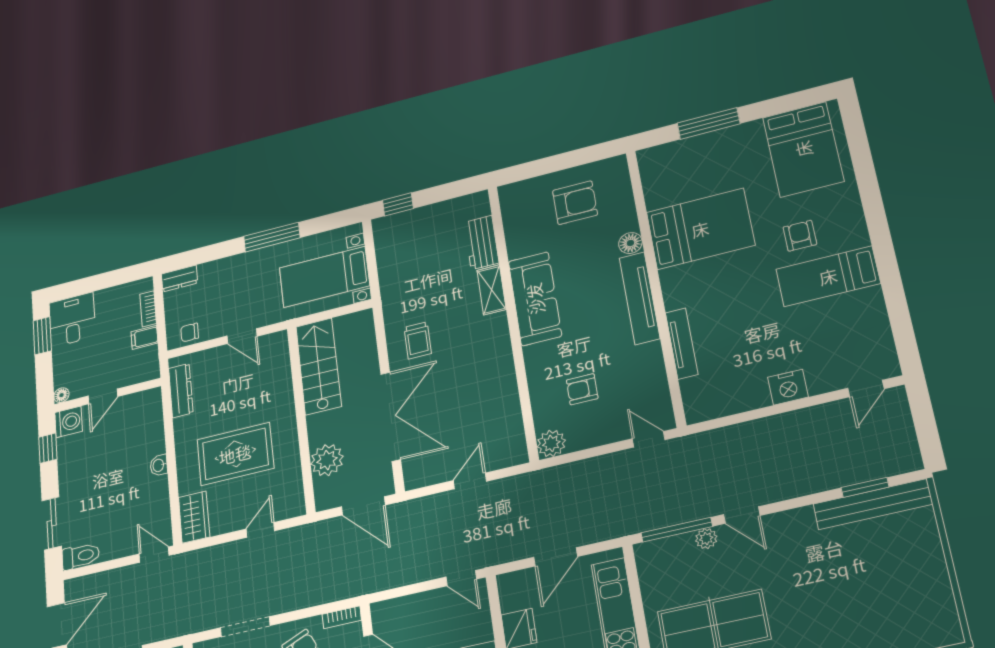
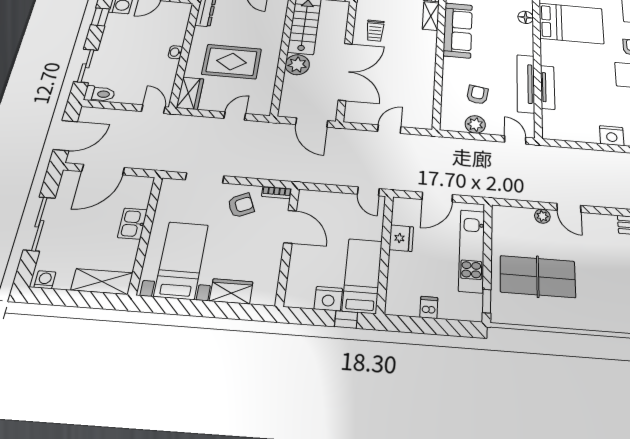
tv unit: (640, 298) -> (526, 84), moved
armchair: (582, 389) -> (477, 95), turned 99
plant: (551, 443) -> (475, 124), moved
plant: (327, 460) -> (297, 65), moved
window: (677, 530) -> (523, 204), removed

